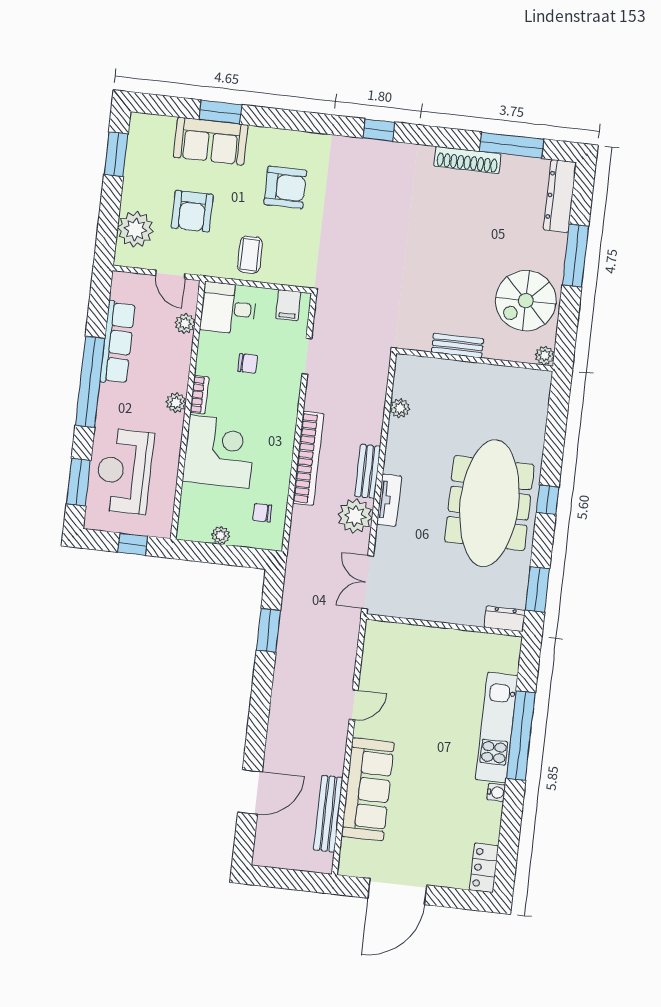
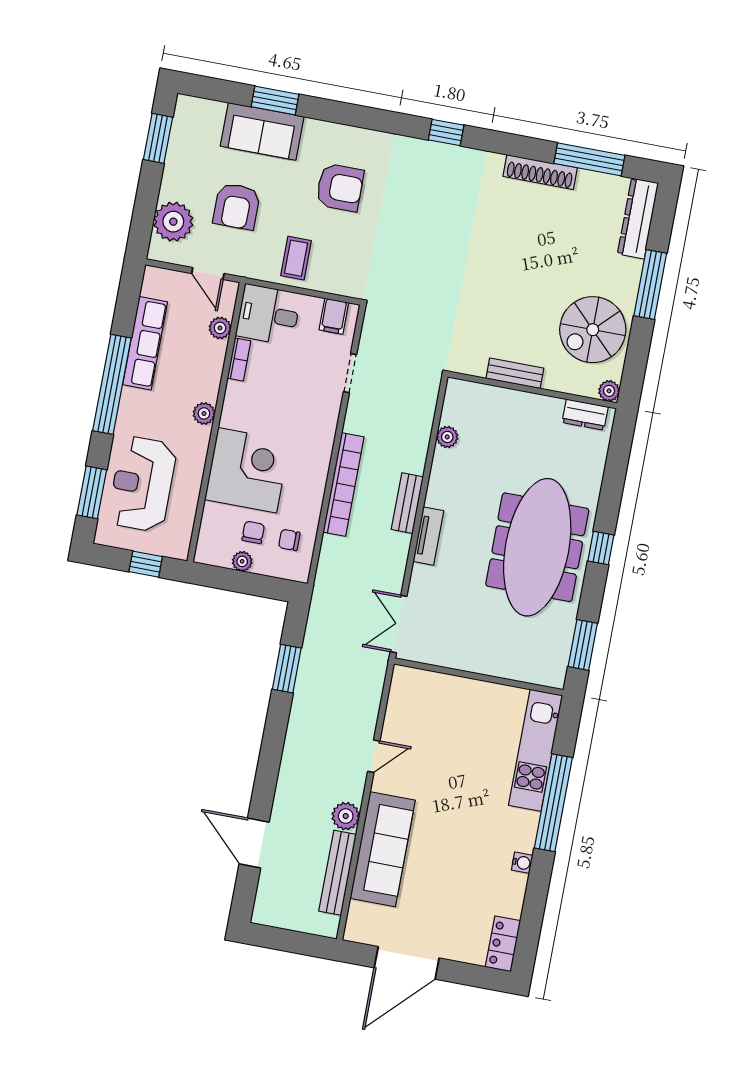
chair: (248, 363) -> (253, 532), moved, turned -90
bookcase: (199, 395) -> (239, 359), moved
plant: (355, 516) -> (346, 816), moved, width x0.73, depth x0.73
dresser: (505, 619) -> (585, 415), moved, turned 180
kitchen unit: (497, 727) -> (536, 750), moved
door: (250, 792) -> (254, 843), swing flipped

